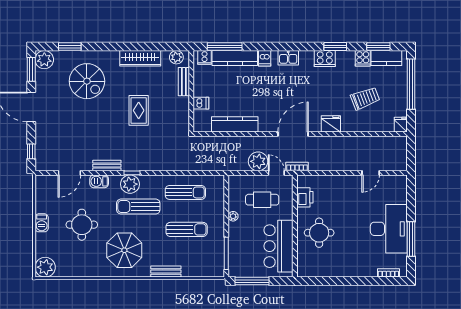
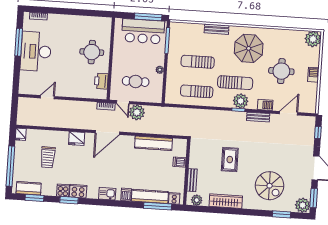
cooker: (363, 58) -> (63, 190), moved
spiral stairs: (87, 81) -> (270, 186), turned 180
trolley: (365, 98) -> (48, 157), turned -68
bar counter: (279, 246) -> (143, 31), moved, turned 90

